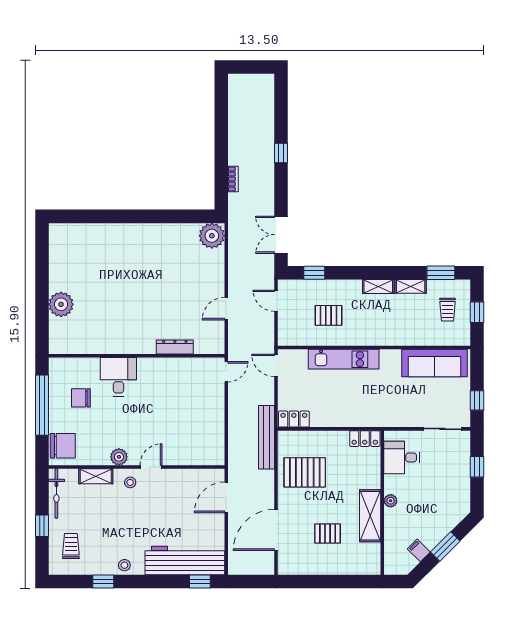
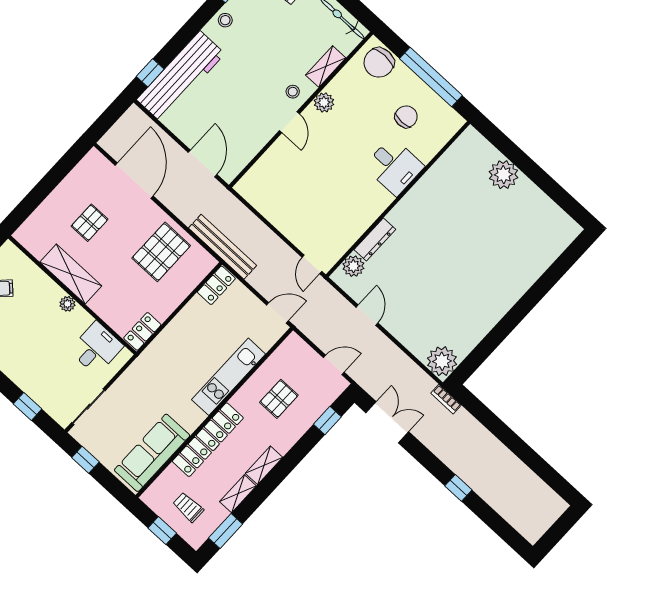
bookcase: (233, 179) -> (446, 399), moved
locker: (394, 336) -> (208, 440), added
plant: (204, 345) -> (353, 266), added

